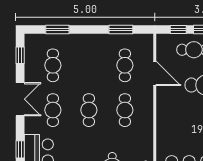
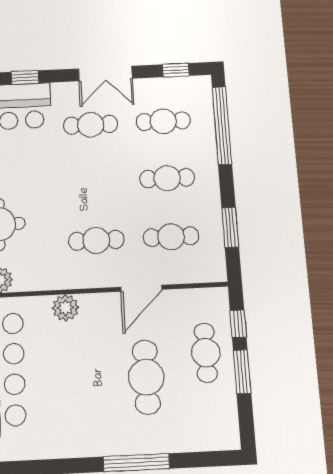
window: (57, 30) -> (222, 125), width x2.11
door: (155, 73) -> (141, 288), moved
cafe table: (89, 110) -> (167, 178), moved
plant: (164, 130) -> (66, 308), added

